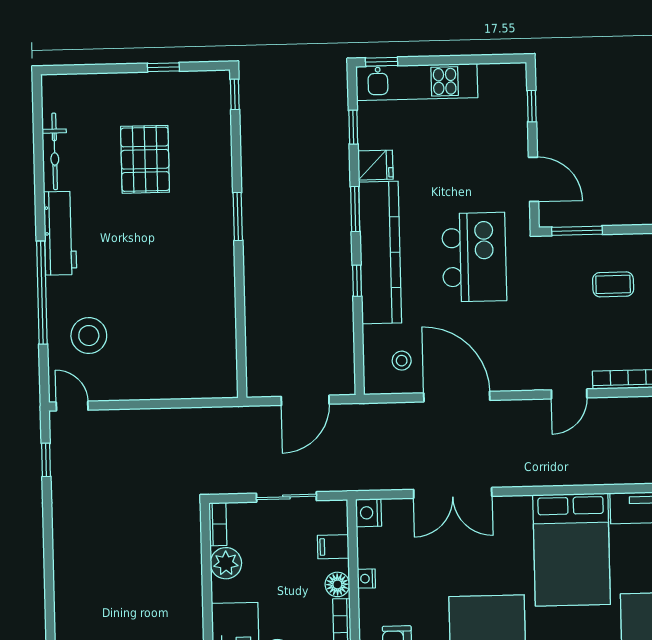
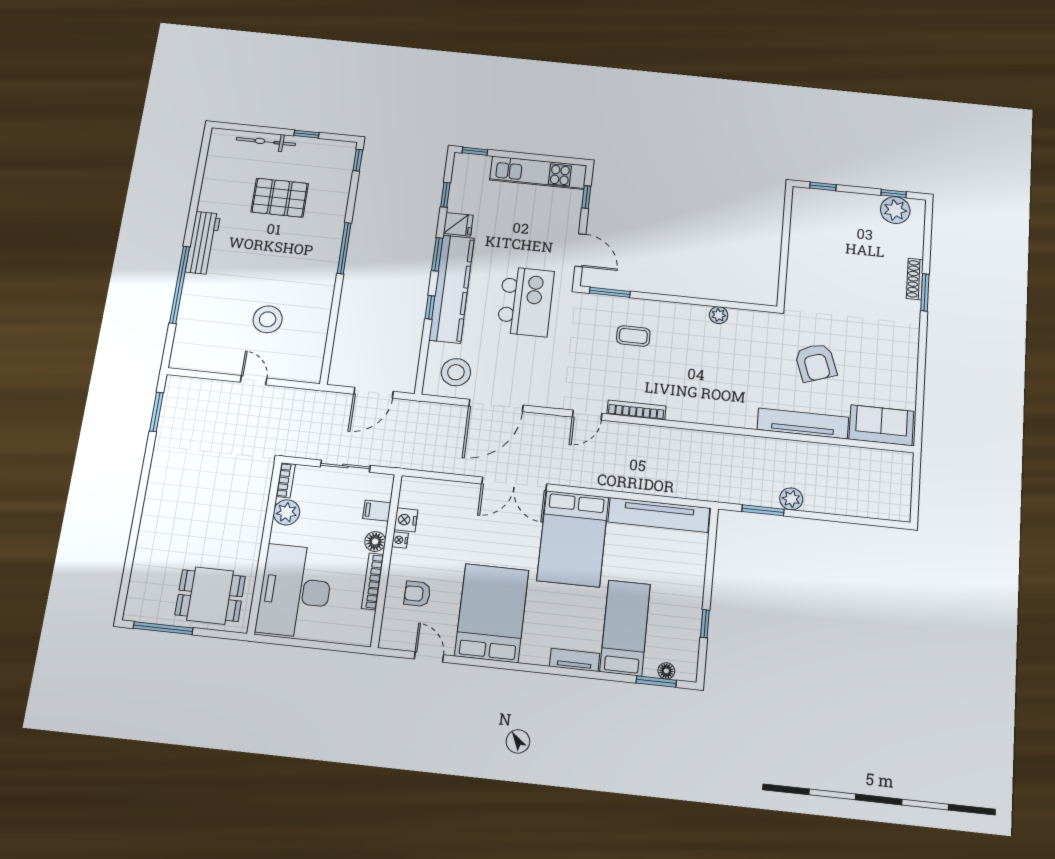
kitchen unit: (417, 82) -> (538, 173), moved
bicycle: (55, 151) -> (266, 142), moved, turned 90
pallet: (145, 159) -> (280, 198), turned 90
window: (238, 216) -> (344, 248), width x1.44
stool: (89, 336) -> (268, 319), moved
stool: (402, 361) -> (456, 372), width x1.89, depth x1.89
door: (457, 397) -> (496, 406), swing flipped
door: (72, 406) -> (254, 380), moved
window: (46, 460) -> (156, 412), width x1.50
double door: (453, 493) -> (514, 484), moved
nightstand: (369, 513) -> (406, 520), moved

